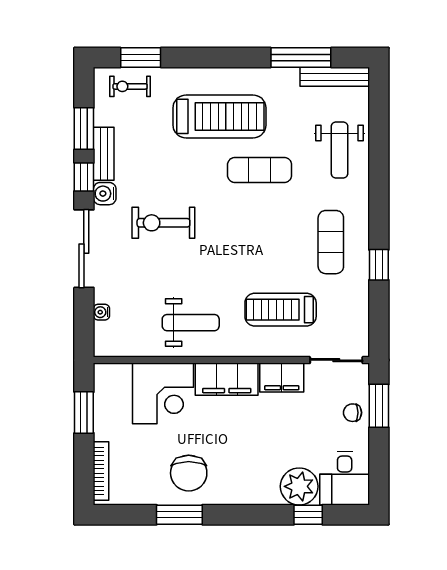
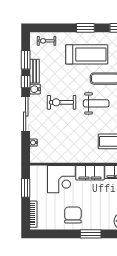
window: (141, 57) -> (85, 28), moved
weight bench: (191, 323) -> (96, 103), moved
chair: (189, 473) -> (73, 215), turned 180
window: (179, 515) -> (91, 234), moved

